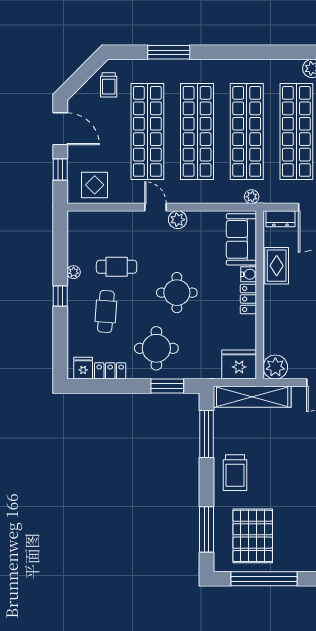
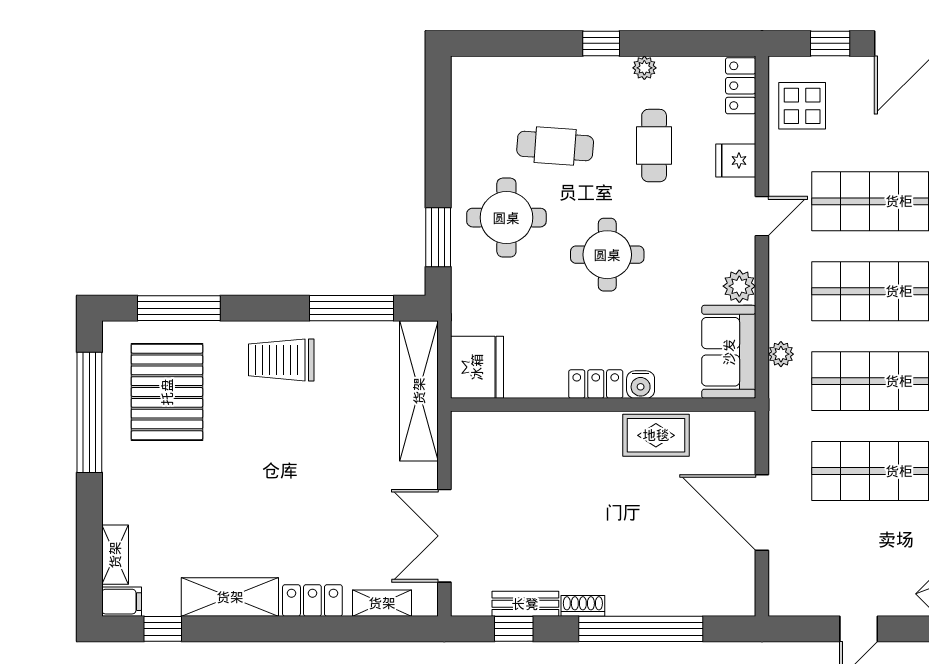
plant: (252, 197) -> (781, 354), moved
dresser: (280, 219) -> (741, 442), removed
plant: (178, 220) -> (739, 286), moved
sofa: (241, 239) -> (729, 352), moved, turned -90
cafe table: (106, 311) -> (555, 146), moved
plant: (275, 367) -> (473, 433), removed
fridge: (83, 368) -> (736, 160), moved, turned 180
locker: (110, 371) -> (741, 86), moved, turned 180
pallet: (253, 536) -> (167, 392), turned 90

